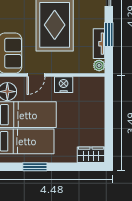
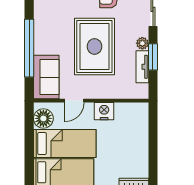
plant: (99, 65) -> (142, 43), moved

